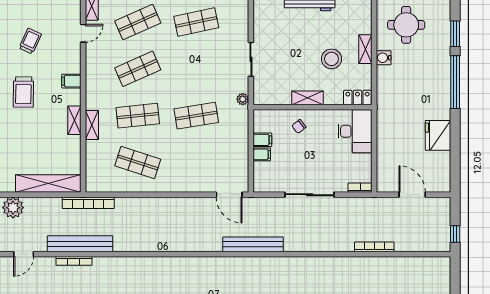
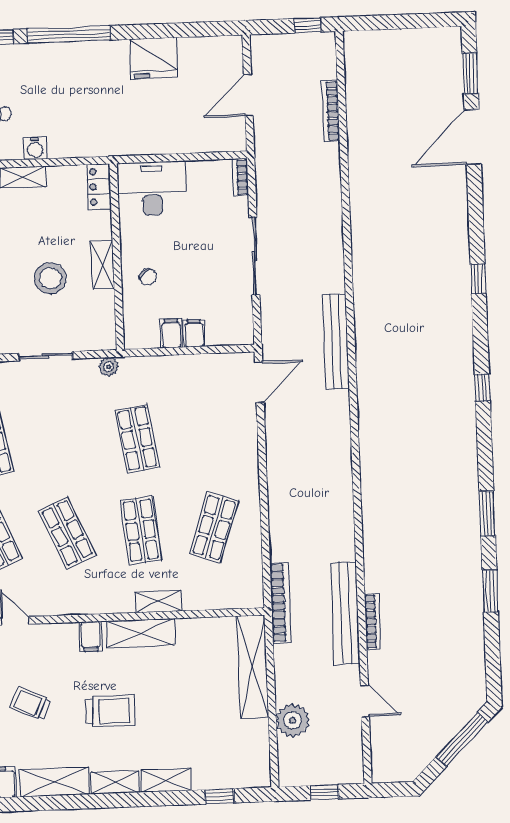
stool: (332, 59) -> (50, 278), moved
shelving: (74, 120) -> (141, 633), width x1.50, depth x1.33
bookcase: (374, 247) -> (331, 111), moved

